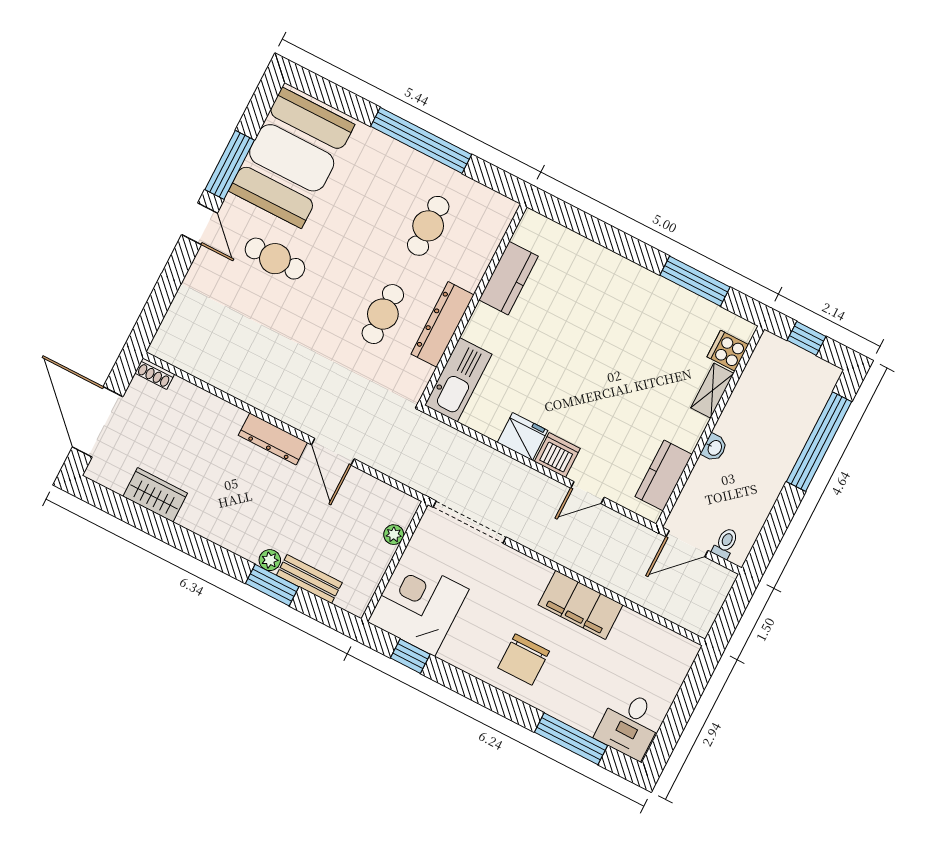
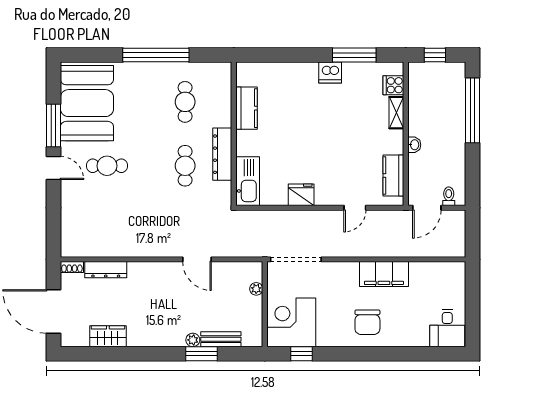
dresser: (273, 439) -> (106, 270), moved
dishwasher: (557, 455) -> (330, 72), moved, turned 180
window: (571, 739) -> (418, 354), removed

